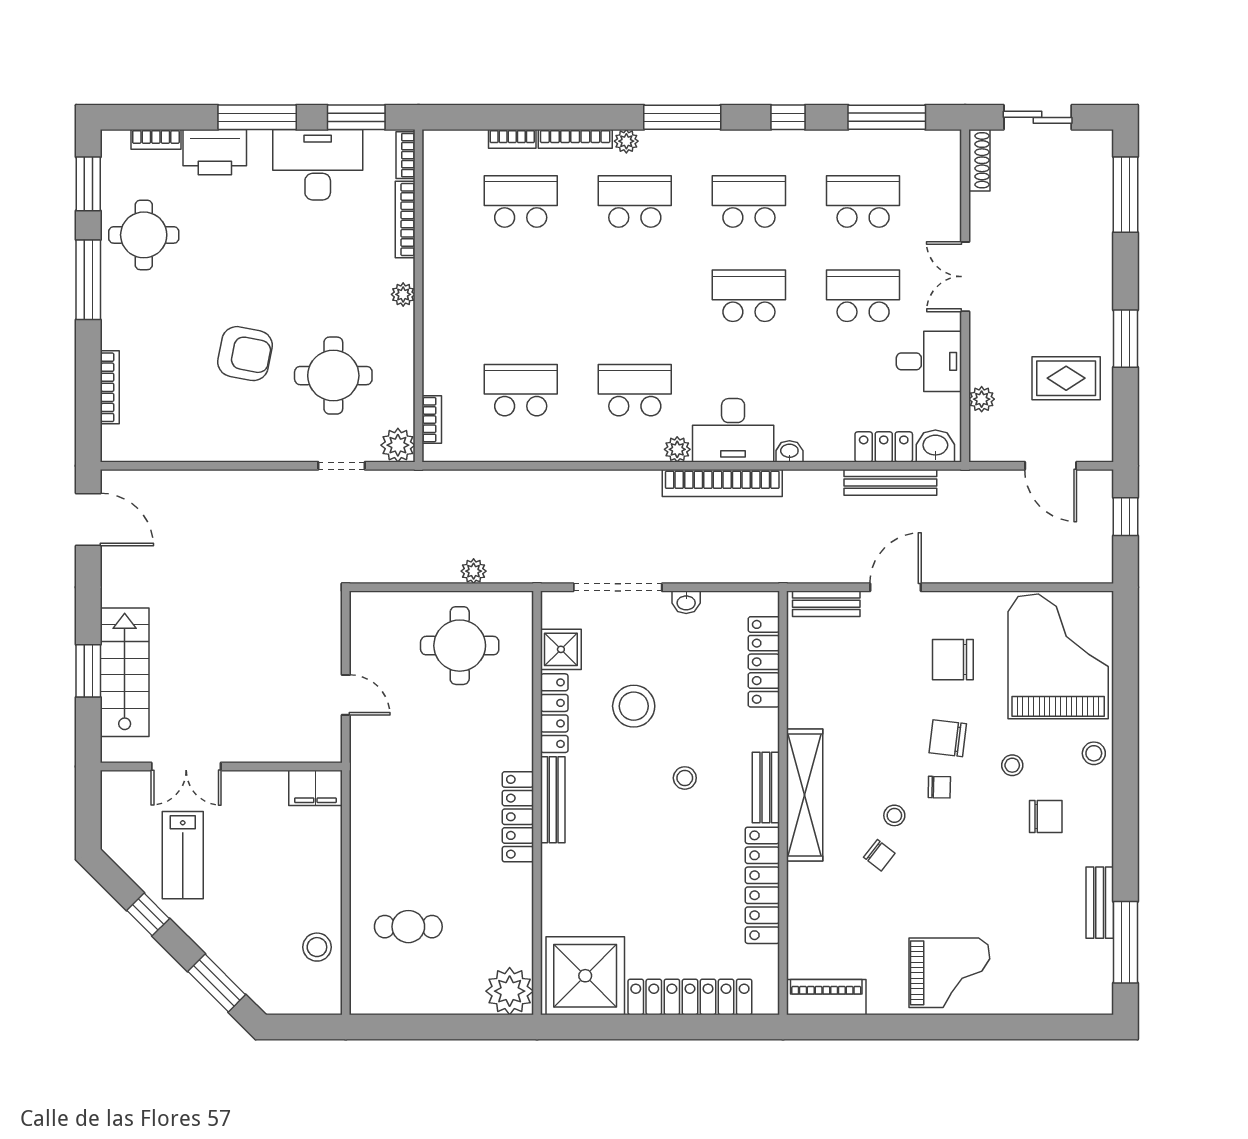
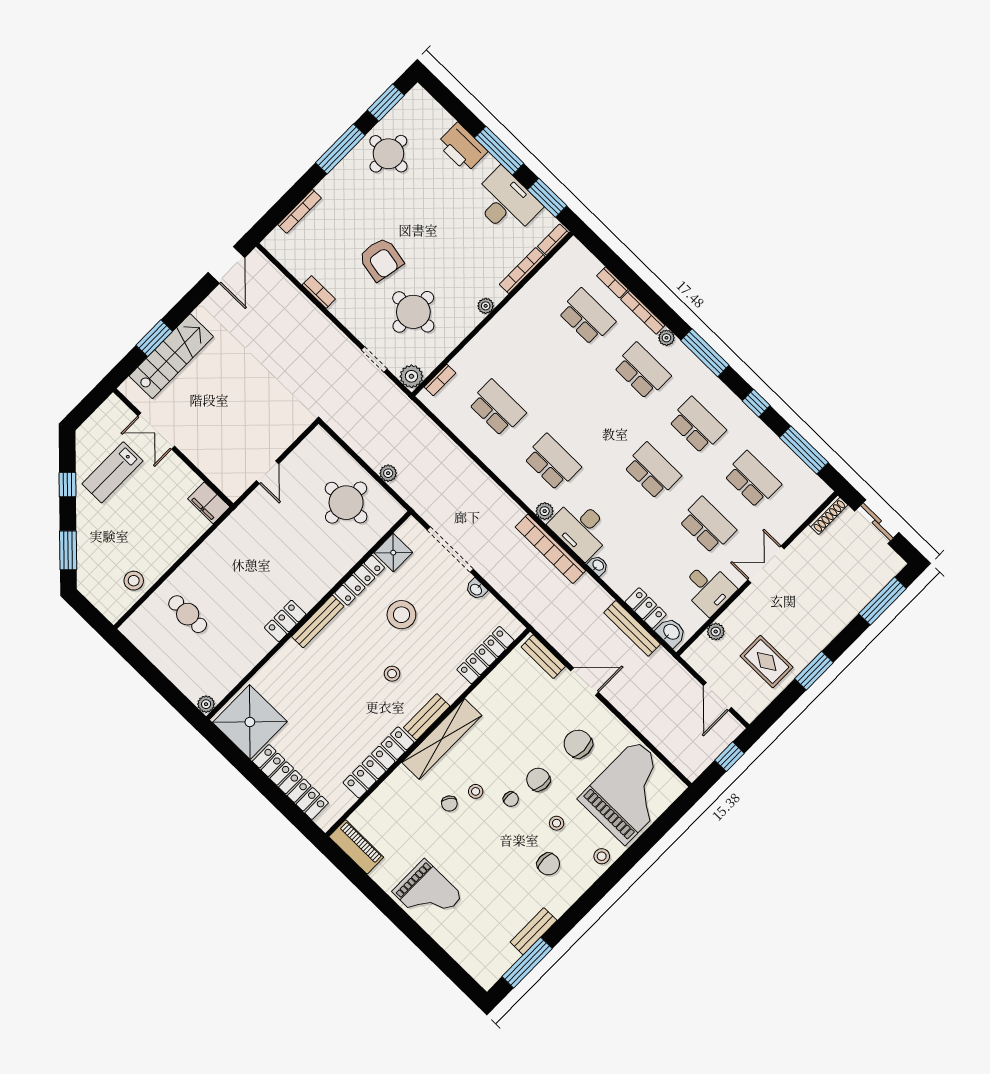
bookcase: (156, 139) -> (319, 292), moved, turned 180
locker: (518, 817) -> (285, 621), width x0.66
plant: (510, 991) -> (206, 704), width x0.53, depth x0.53

